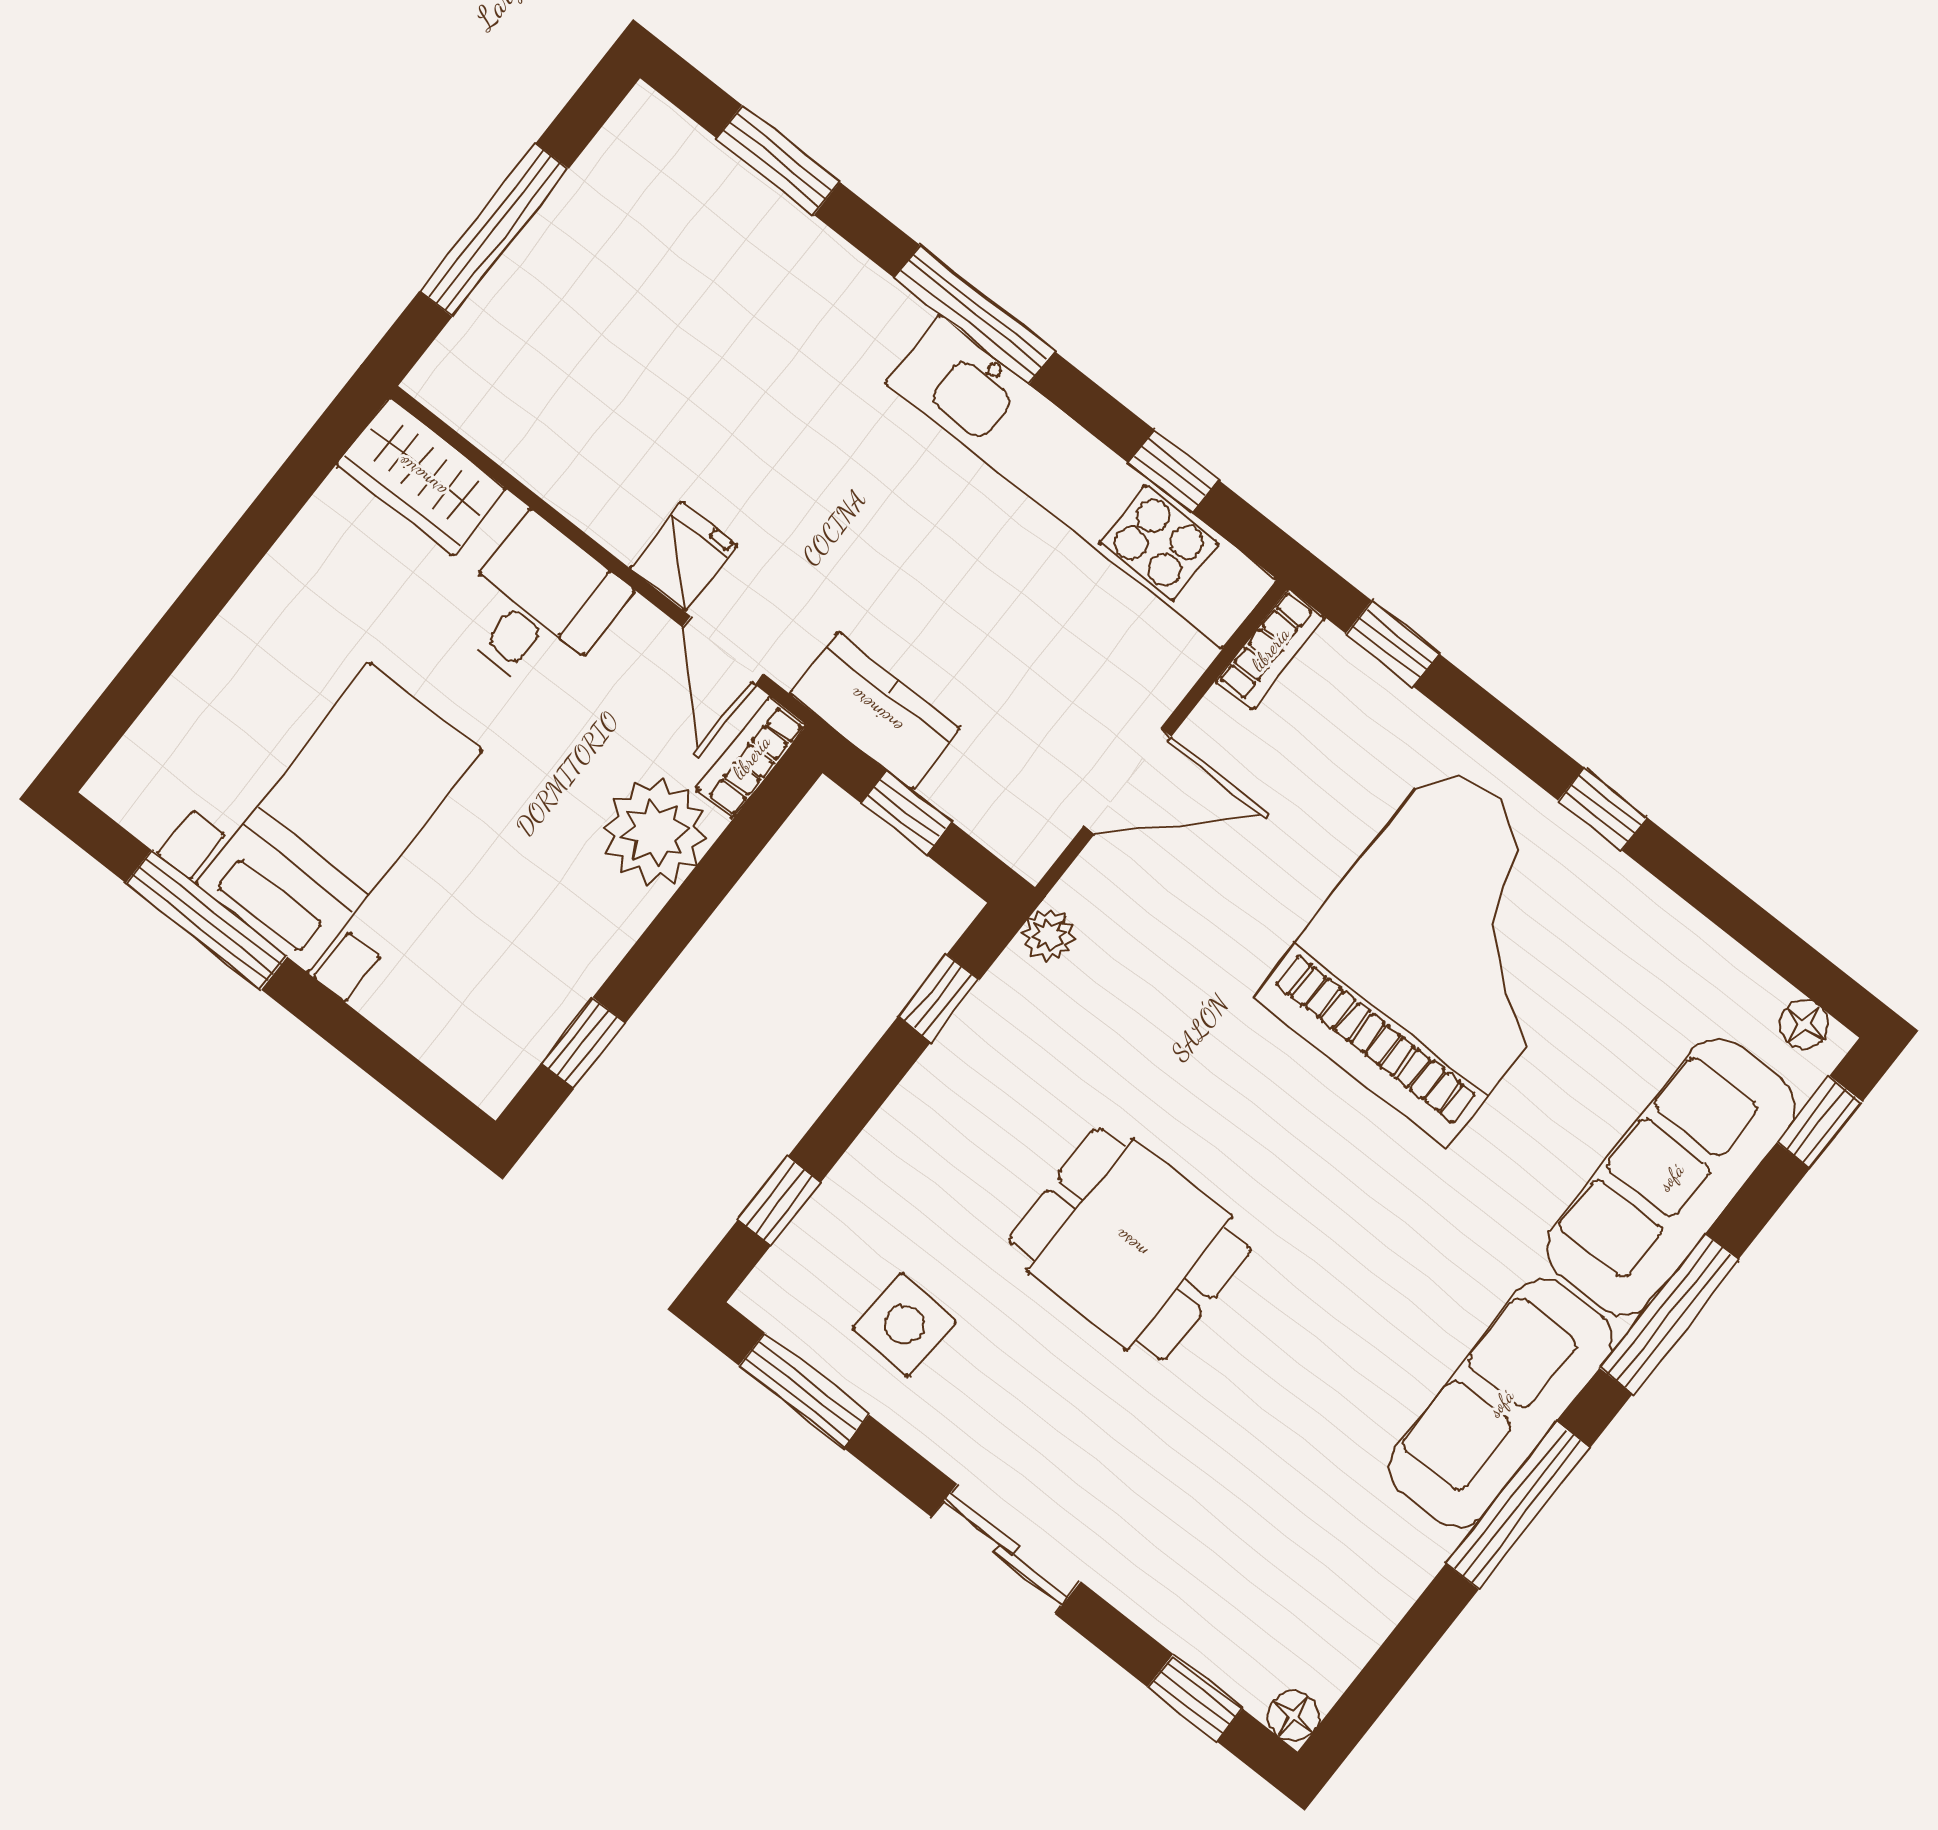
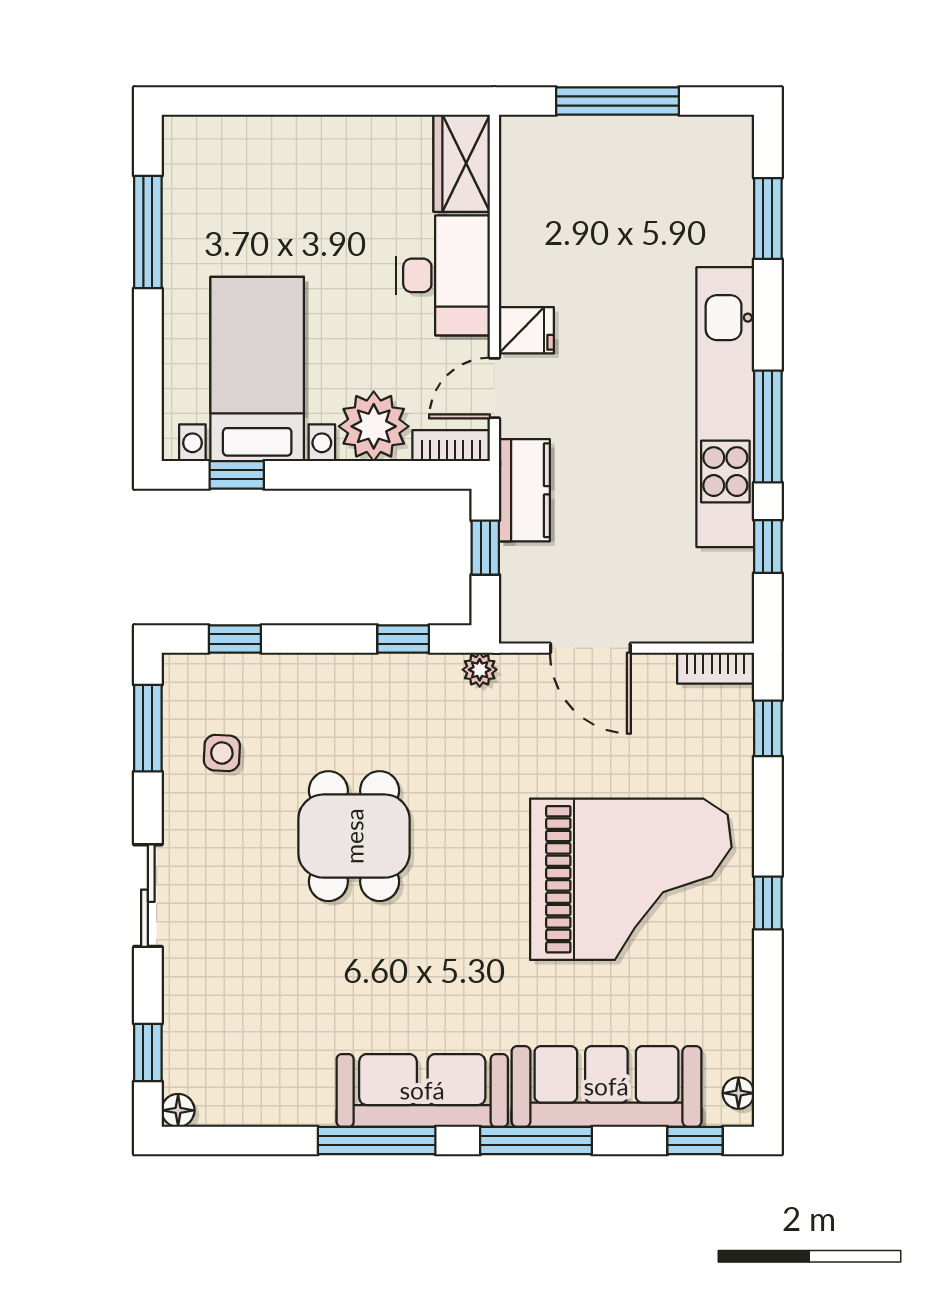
window: (974, 315) -> (768, 427), moved
kitchen unit: (1081, 482) -> (725, 407), moved
desk: (538, 606) -> (443, 275), width x1.37
bed with nightstands: (339, 817) -> (257, 369), moved, turned -90
side table: (904, 1325) -> (222, 753), width x0.73, depth x0.73

